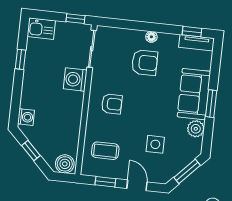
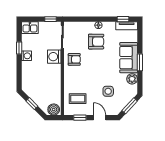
armchair: (112, 104) -> (74, 59), moved
washing machine: (26, 117) -> (27, 56), moved

